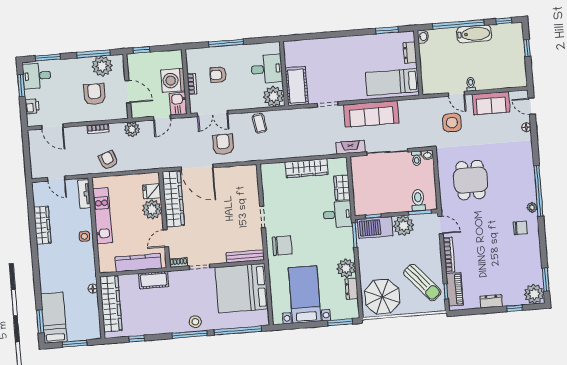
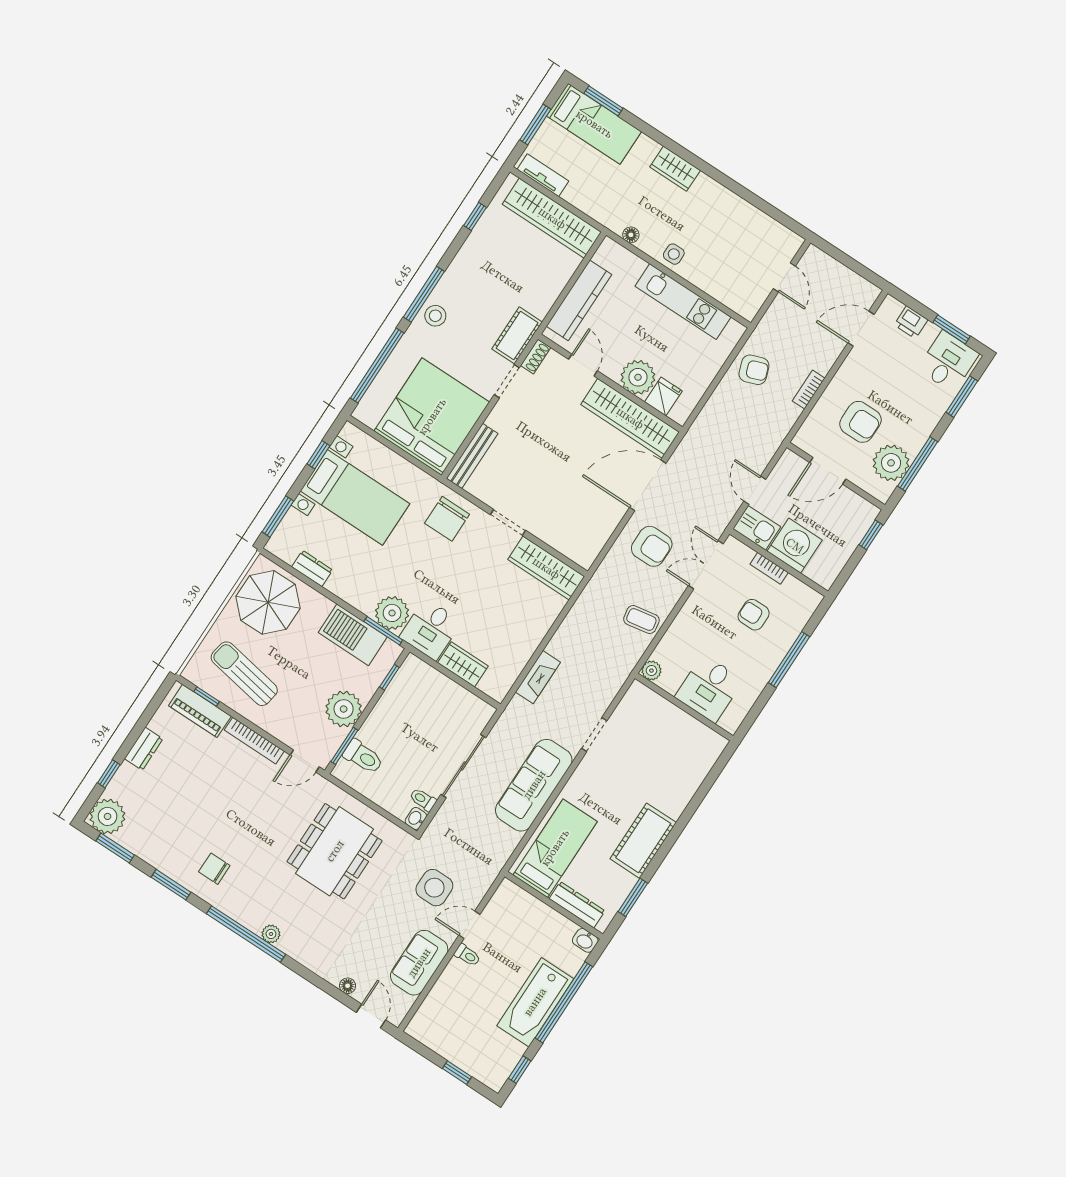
bathtub: (474, 34) -> (535, 1002), width x1.36, depth x1.36
dresser: (410, 53) -> (577, 905), width x1.44
armchair: (218, 75) -> (754, 615), turned -90
cot: (297, 86) -> (643, 841), moved, turned 90
plant: (274, 97) -> (651, 671), width x0.53, depth x0.53
door: (532, 106) -> (371, 1016), hinge flipped
plant: (132, 129) -> (771, 436), removed
fireplace: (351, 147) -> (538, 677), moved
wardrobe: (307, 168) -> (546, 568), moved, turned -90
door: (56, 179) -> (784, 277), swing flipped
dining table: (471, 180) -> (335, 851), width x1.38
tv unit: (84, 194) -> (543, 175), moved
plant: (532, 207) -> (271, 934), moved
wardrobe: (42, 225) -> (675, 169), moved, width x0.67
barbecue: (375, 227) -> (353, 635), moved, turned -90
chair: (520, 228) -> (214, 869), turned 90
window: (543, 242) -> (171, 885), added
plant: (346, 268) -> (392, 613), moved
cot: (154, 280) -> (517, 335), moved
sun lounger: (422, 282) -> (244, 674), turned 51
floor lamp: (93, 289) -> (631, 235), moved
window: (298, 326) -> (318, 455), added

